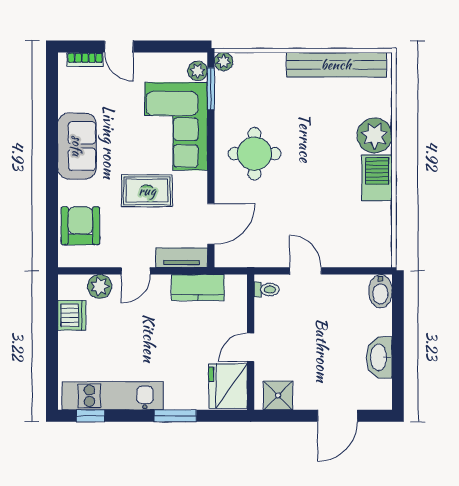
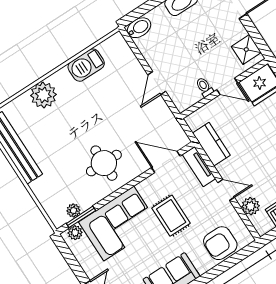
plant: (224, 62) -> (73, 210), moved
barbecue: (377, 178) -> (86, 65), moved
toilet: (267, 290) -> (204, 87), moved

